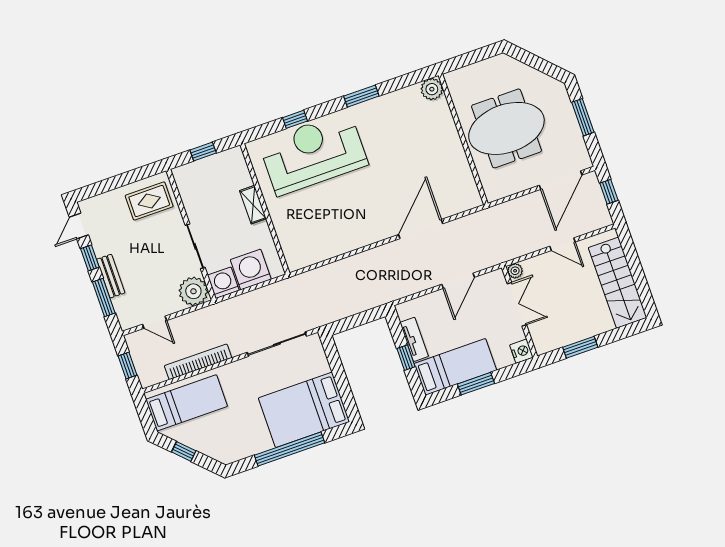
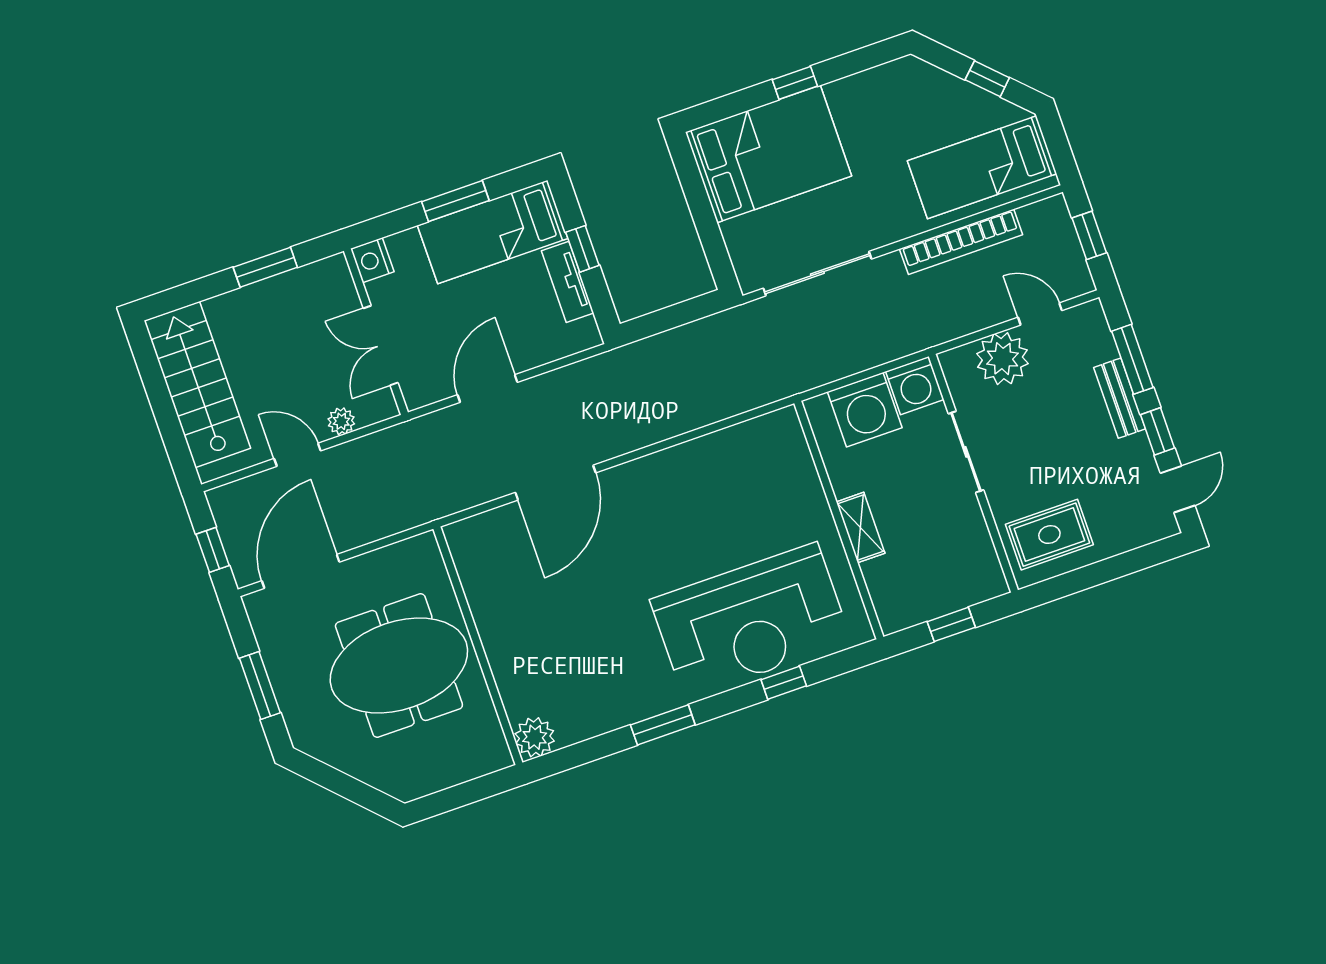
plant: (515, 271) -> (341, 421), moved
plant: (193, 291) -> (1002, 359), moved
window: (290, 449) -> (795, 83), width x0.32

